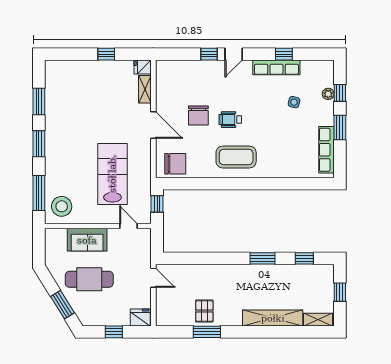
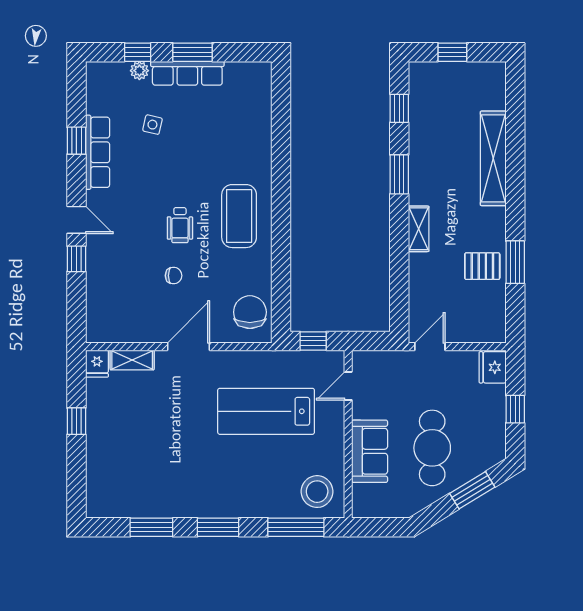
chair: (198, 116) -> (174, 276), width x0.54, depth x0.54
row of seats: (327, 150) -> (187, 73), moved
shelving: (318, 320) -> (419, 229), moved

